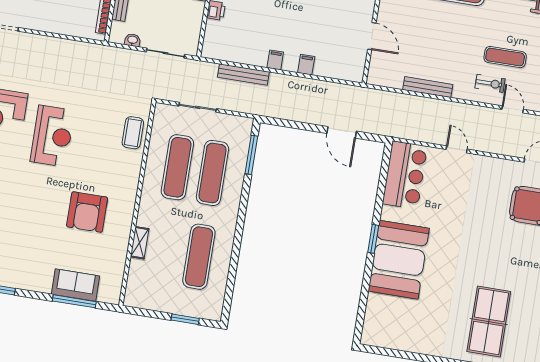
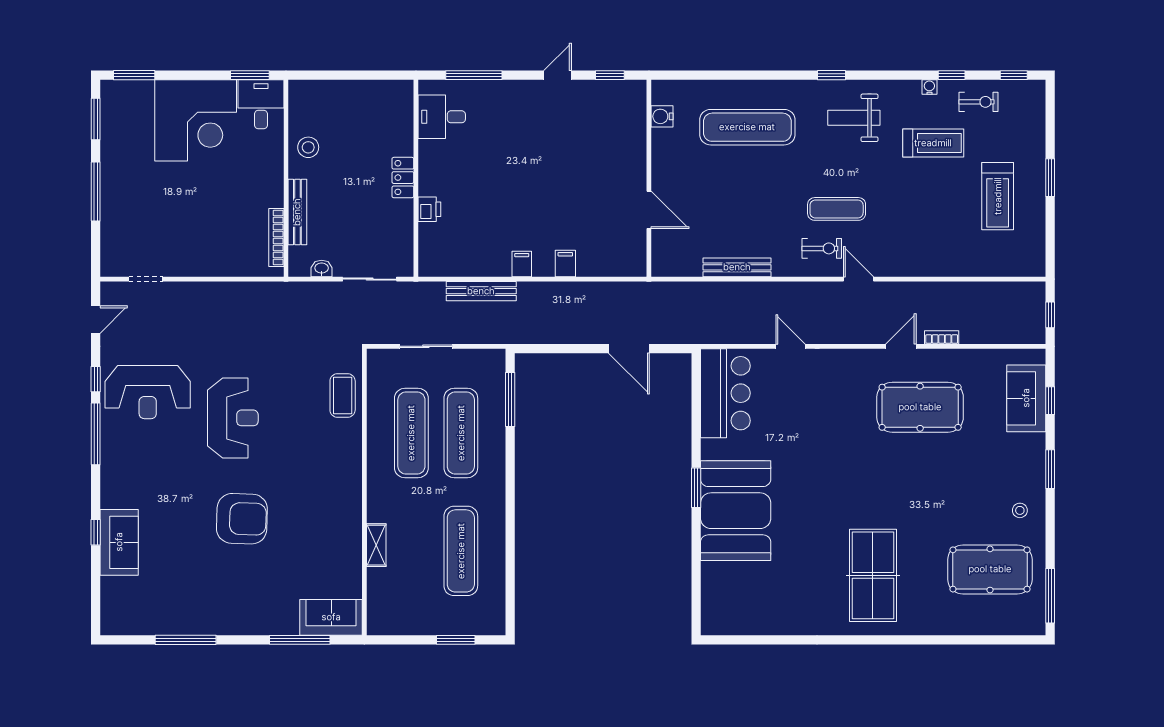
armchair: (87, 212) -> (242, 519), moved, turned -88
sofa: (75, 285) -> (331, 617), moved

